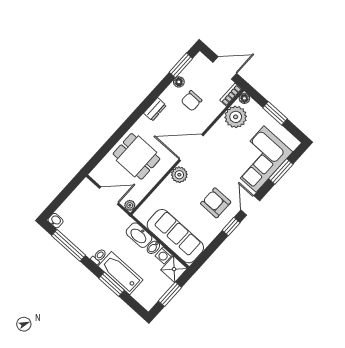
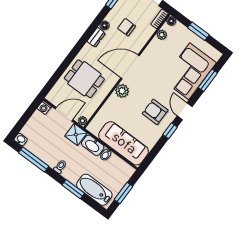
floor lamp: (179, 82) -> (105, 25), moved
chair: (192, 101) -> (127, 27), turned 90
plant: (236, 117) -> (162, 35), width x0.53, depth x0.53
washing machine: (164, 255) -> (44, 107), moved
shower: (174, 269) -> (76, 135), moved
bathtub: (120, 273) -> (94, 190), moved

